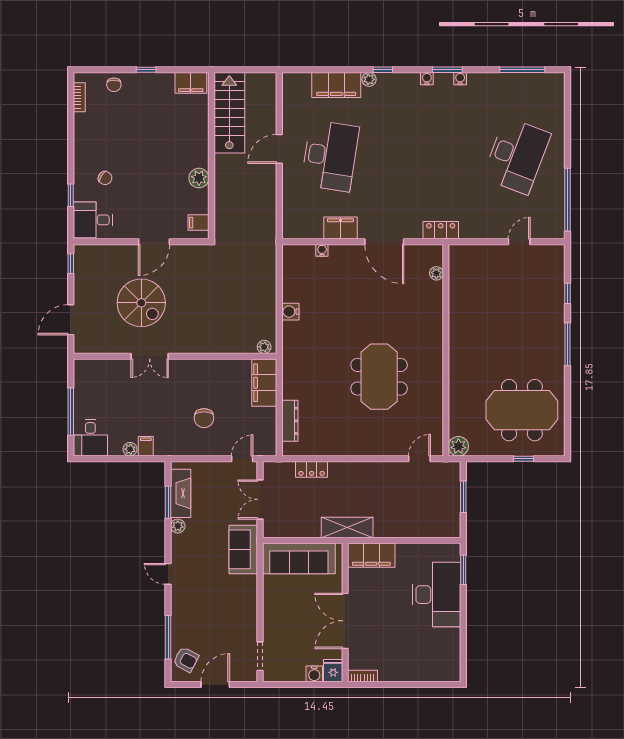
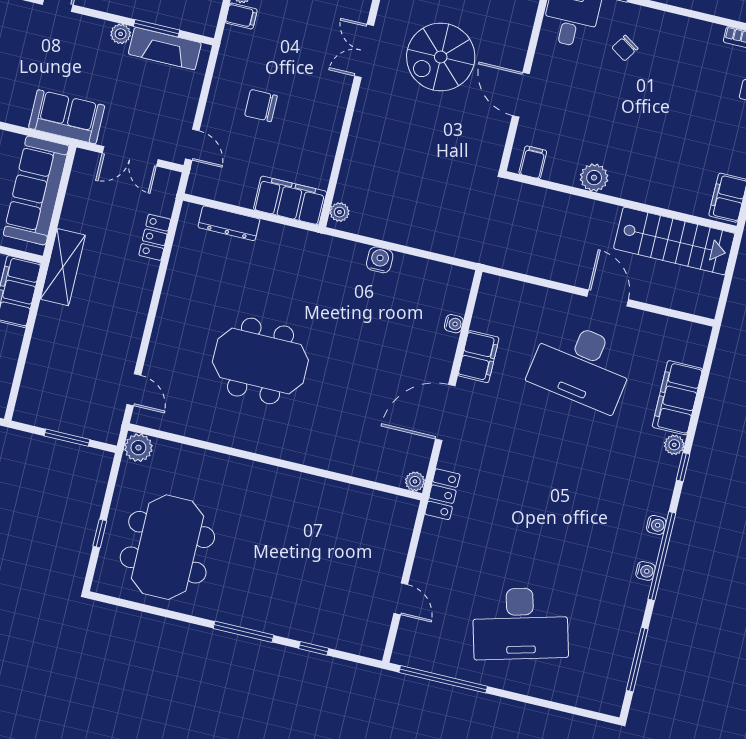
window: (447, 70) -> (662, 556), width x2.11
desk: (517, 156) -> (520, 624), turned -36
plant: (436, 273) -> (415, 481), moved
double door: (260, 499) -> (130, 156), swing flipped

